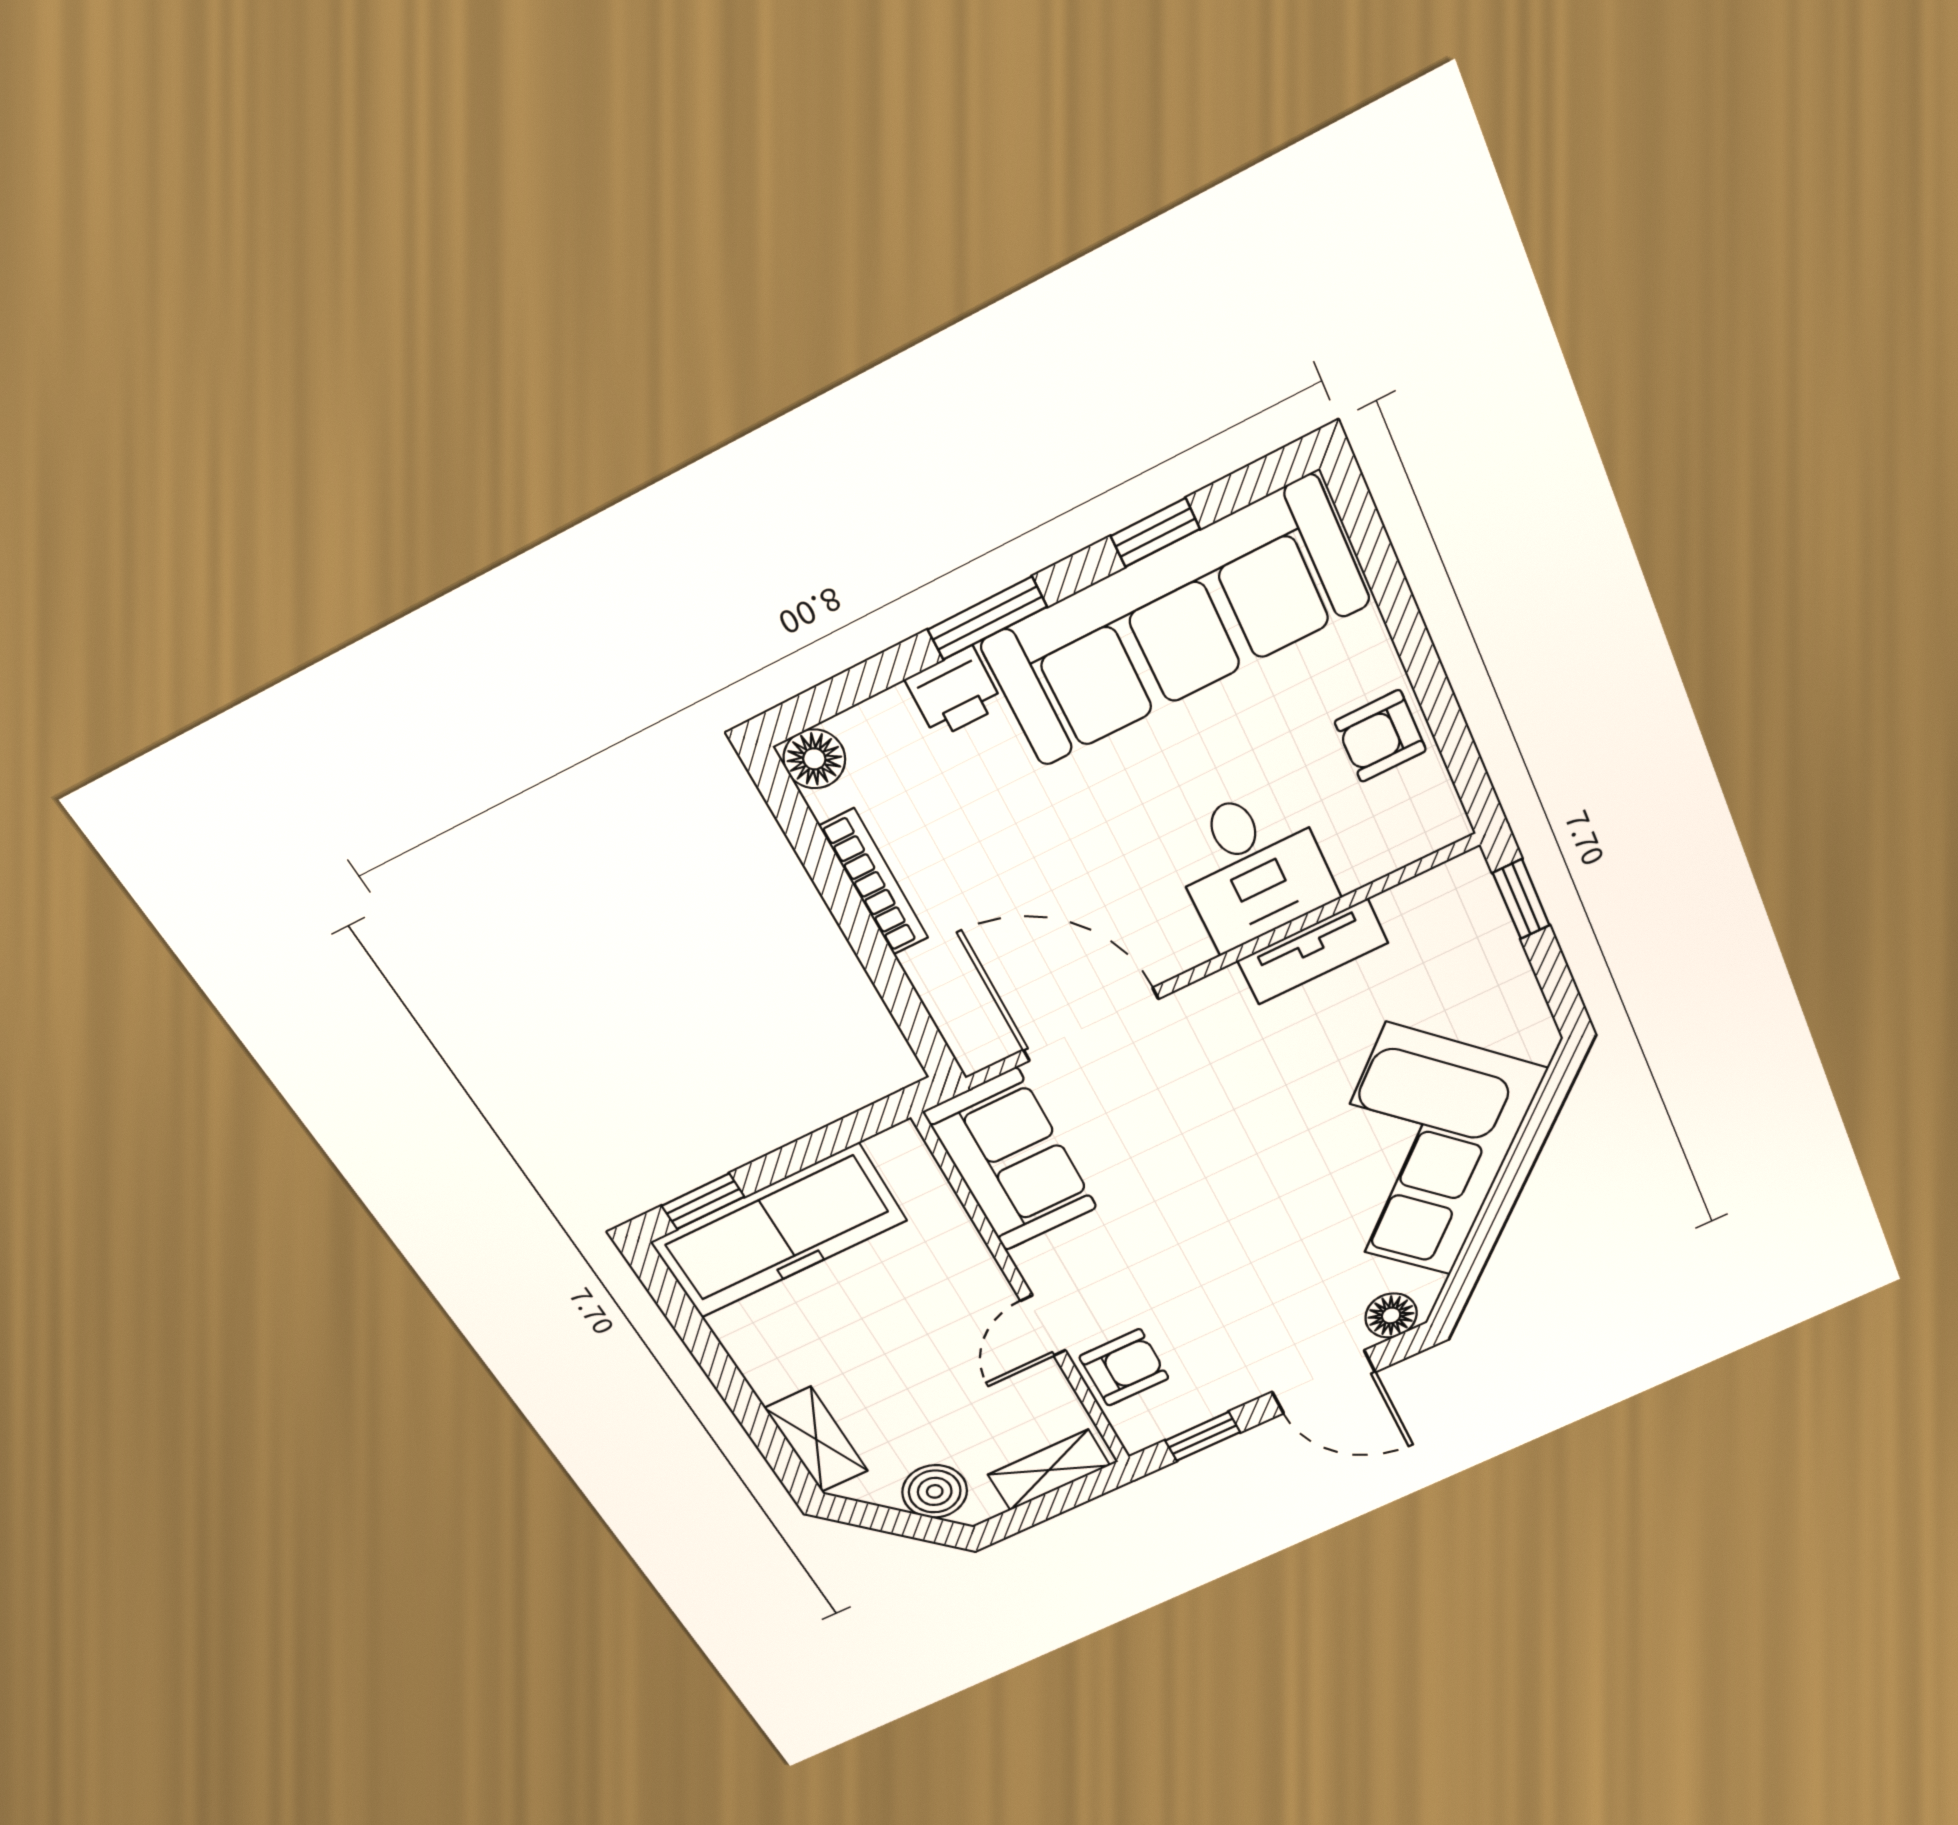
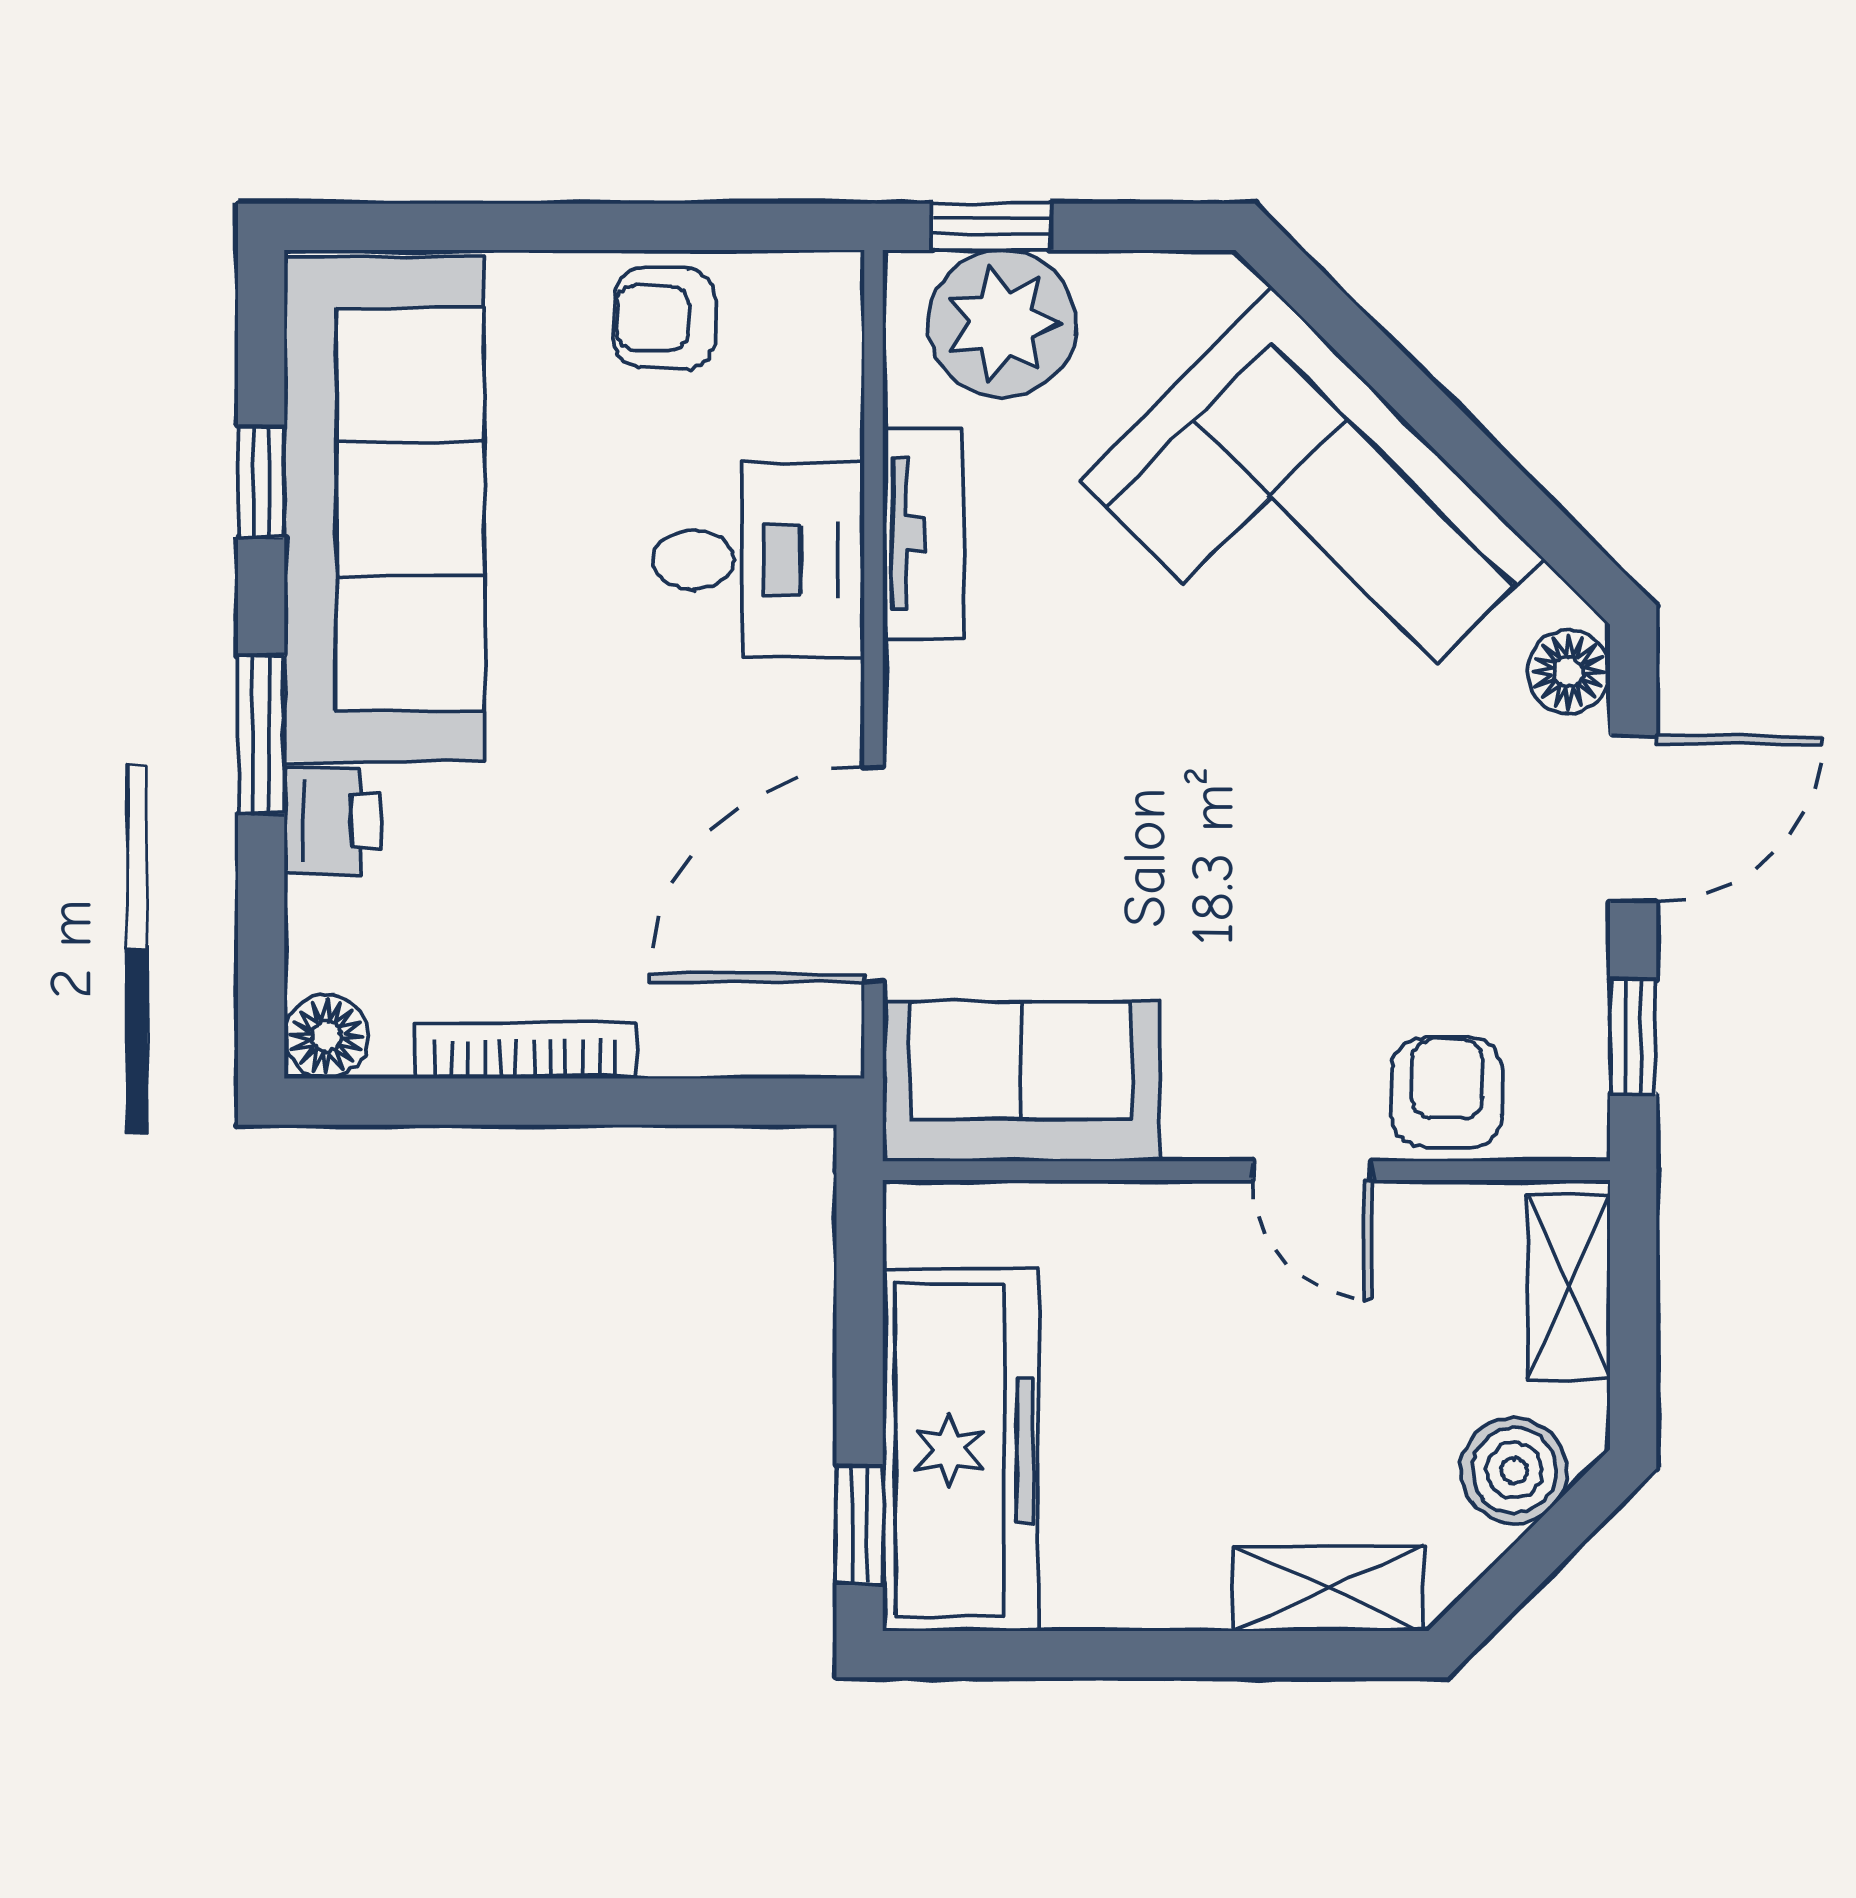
armchair: (1380, 736) -> (665, 318), turned 92
plant: (1463, 934) -> (1003, 324), added

